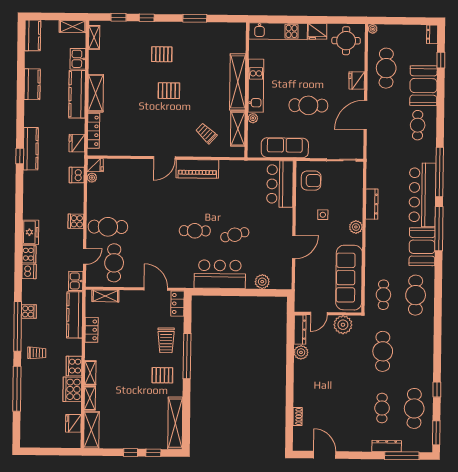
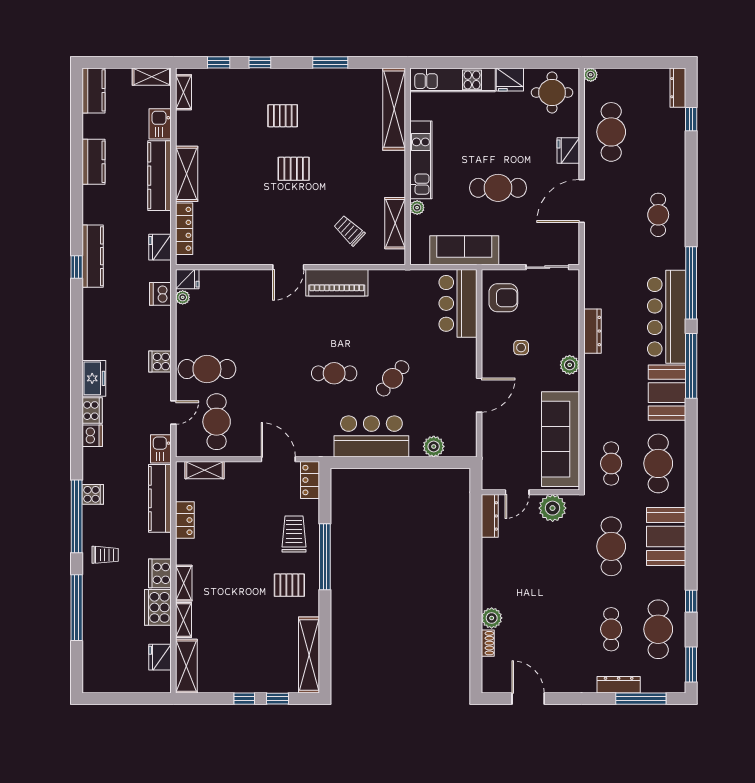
dresser: (432, 34) -> (678, 88), width x1.44
shelving: (238, 82) -> (394, 109), moved
booth: (423, 86) -> (666, 537), moved
cafe table: (235, 235) -> (393, 378), turned -35
trolley: (166, 340) -> (294, 534), turned 180
plant: (301, 352) -> (492, 618), moved

